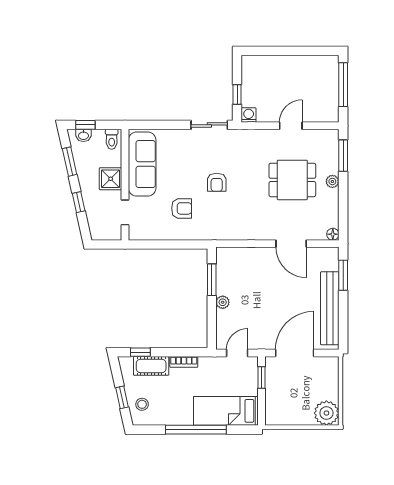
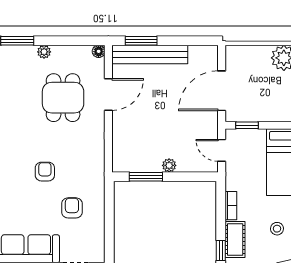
dining table: (292, 180) -> (63, 98), moved
armchair: (217, 182) -> (45, 172), turned -90
bench: (330, 308) -> (150, 54), moved
door: (295, 353) -> (222, 91), hinge flipped
stool: (142, 404) -> (277, 229), moved

